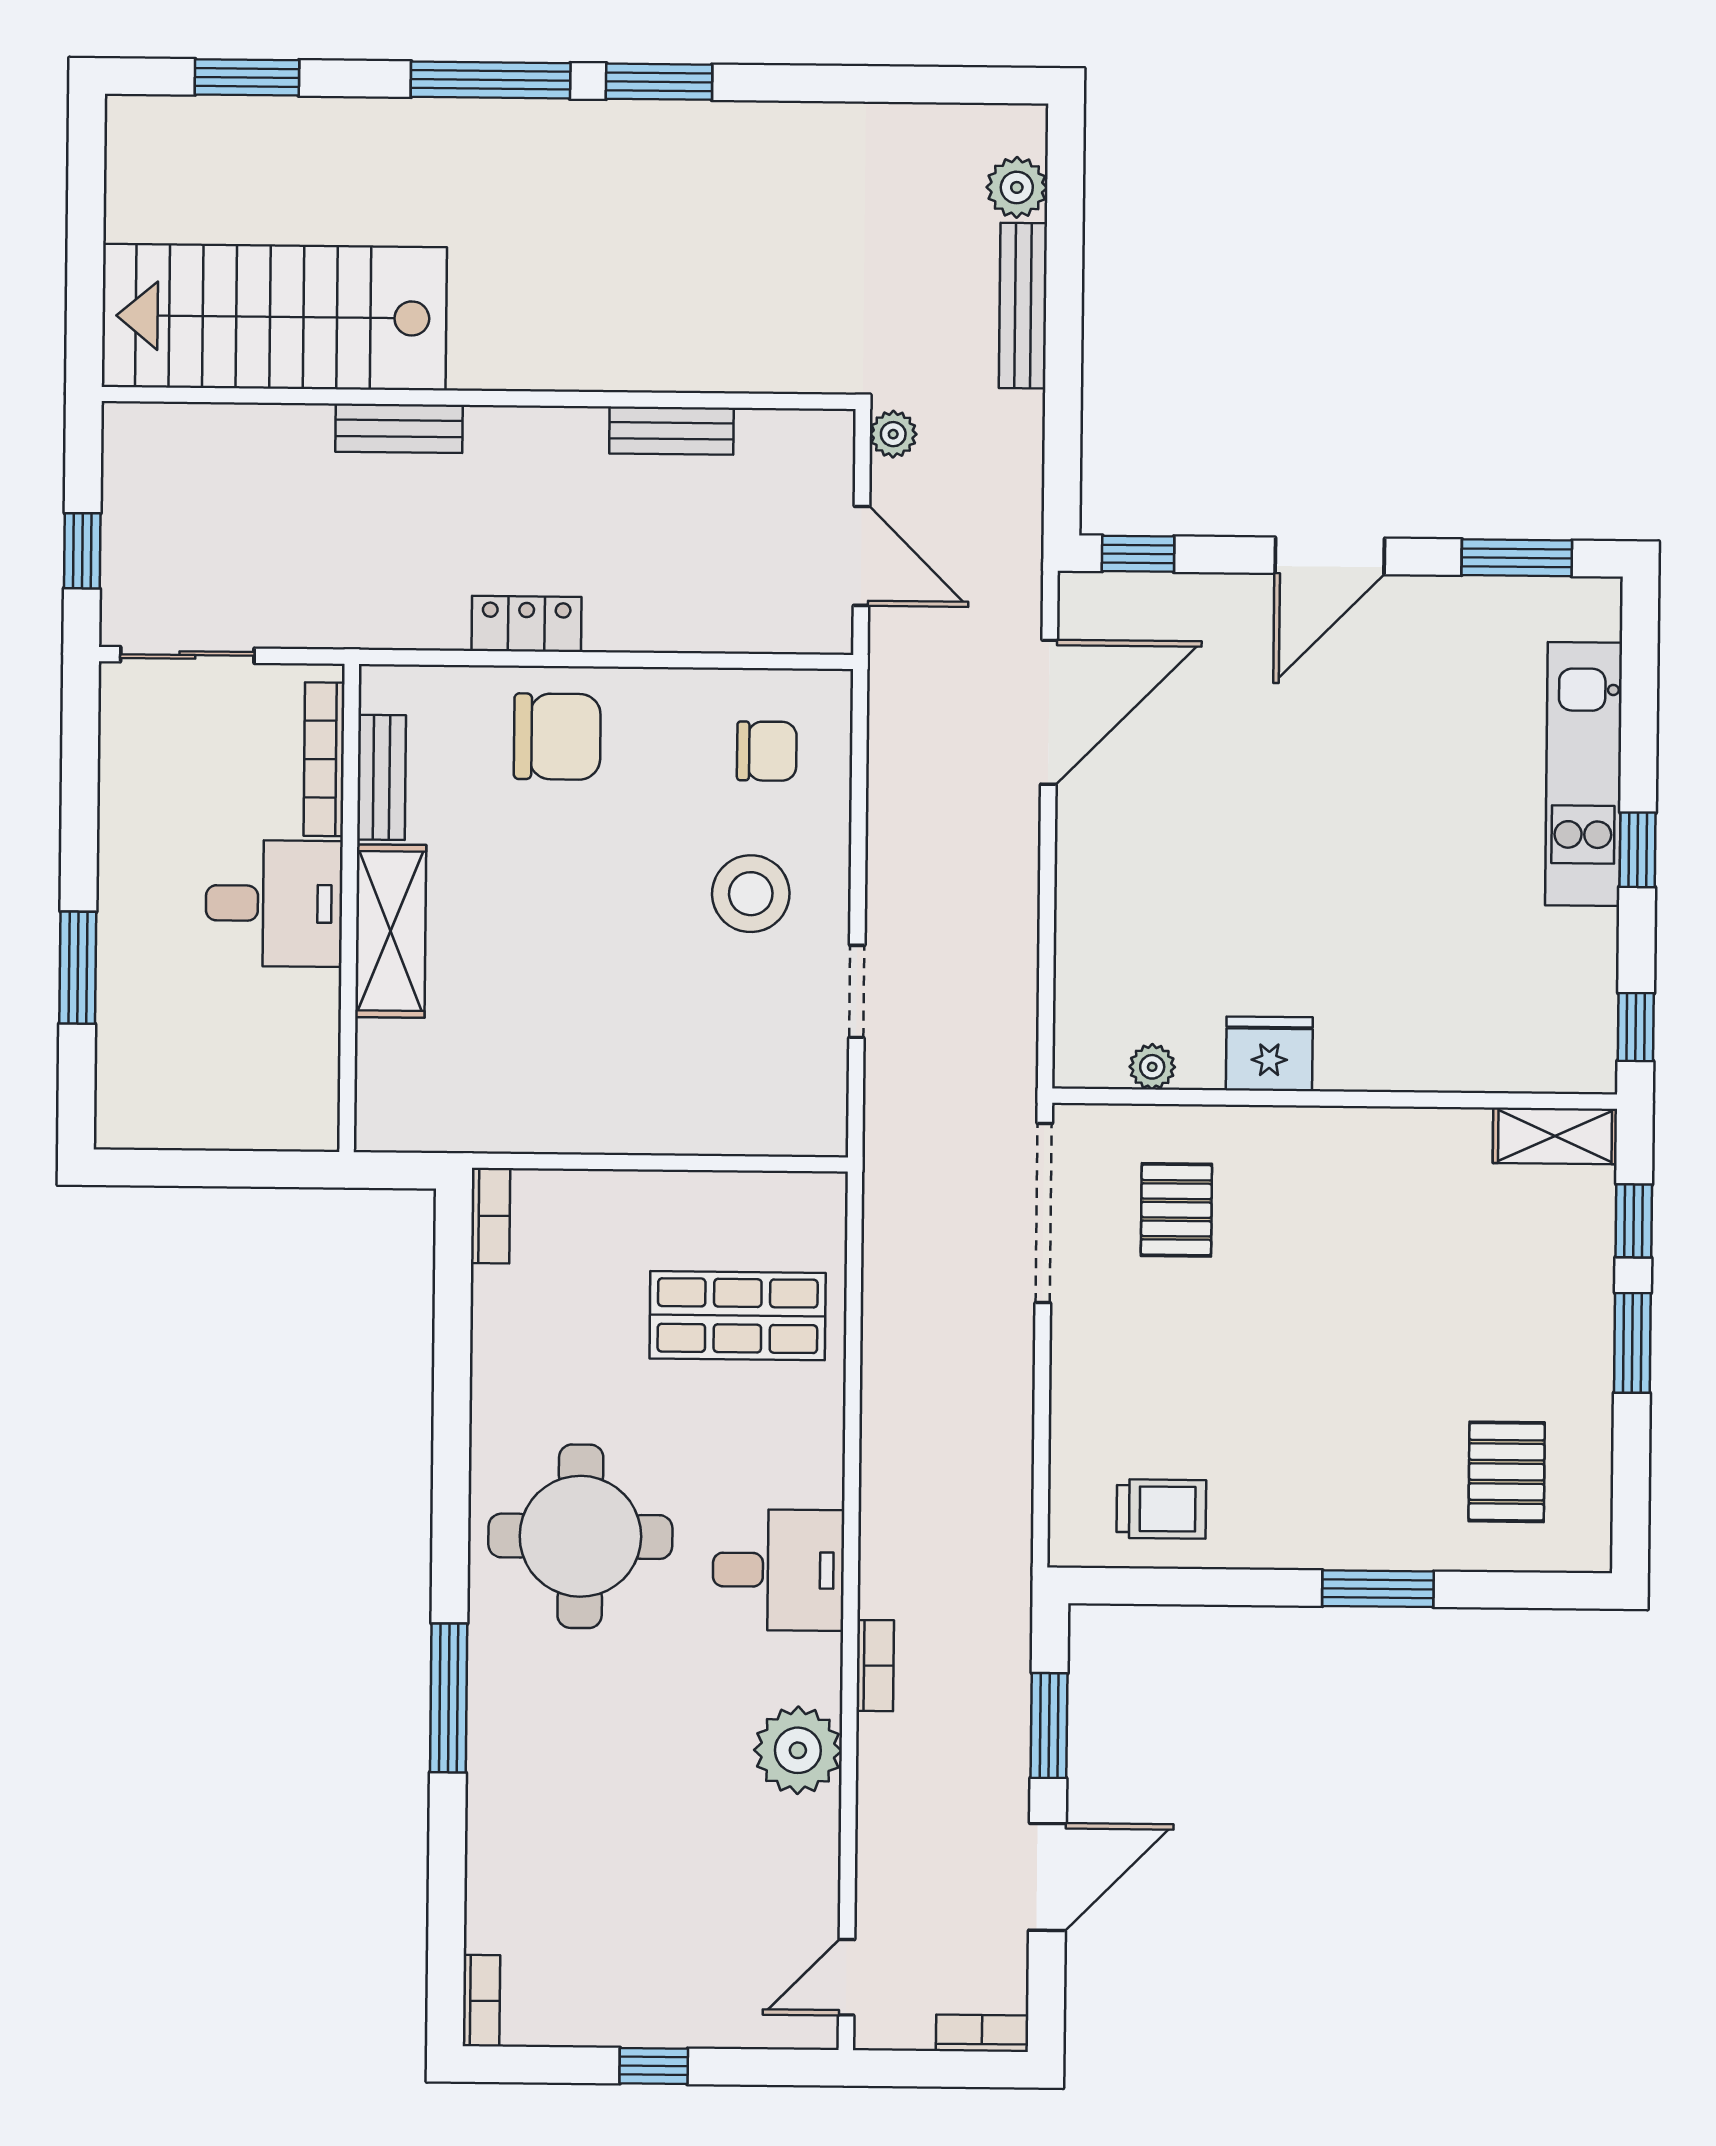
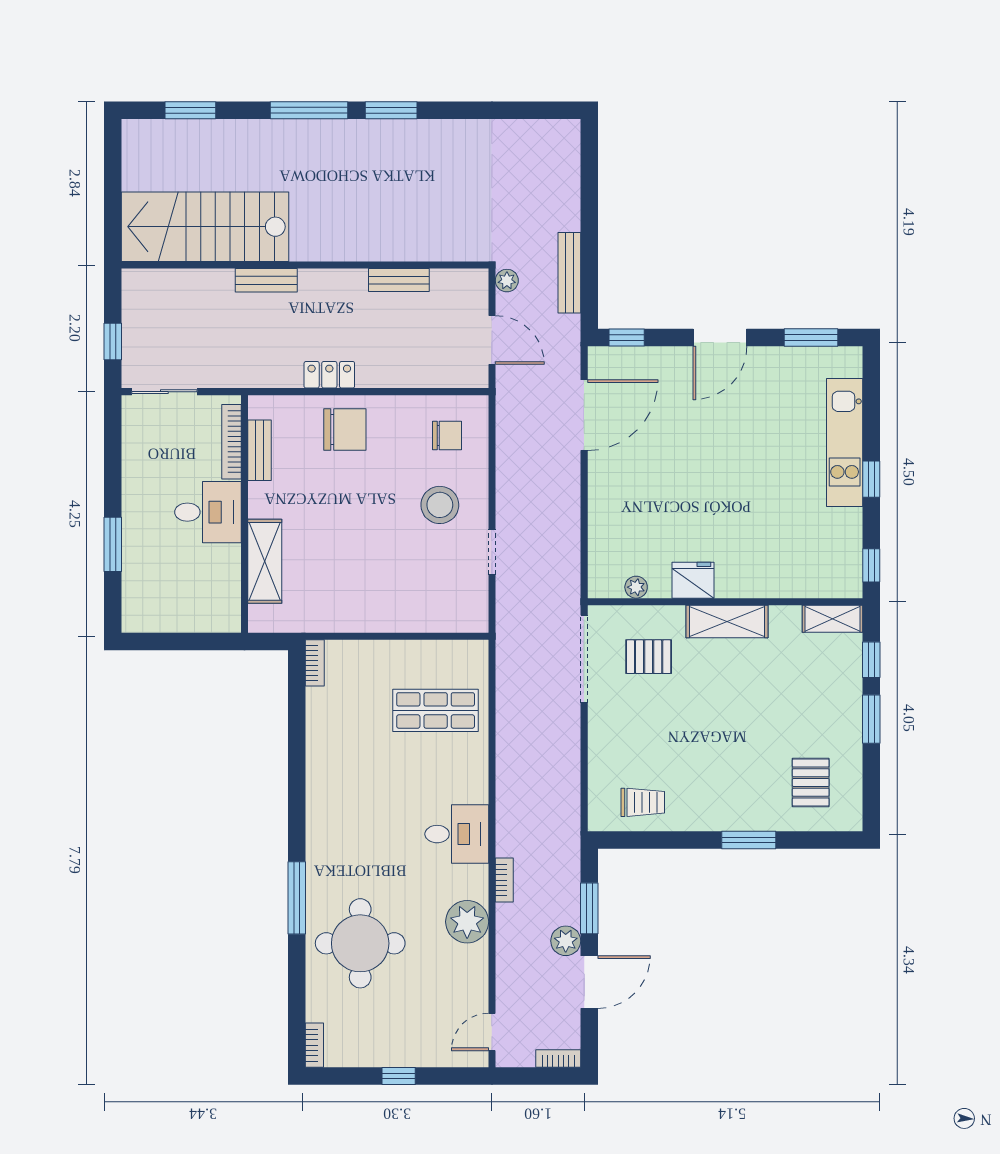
plant: (1017, 187) -> (566, 941), moved
bench: (1023, 306) -> (569, 273), moved
shelving: (391, 931) -> (265, 561), moved
shelving: (1338, 1139) -> (727, 622), added
pallet: (1176, 1210) -> (649, 657), turned 90
round table: (580, 1536) -> (360, 943), moved

